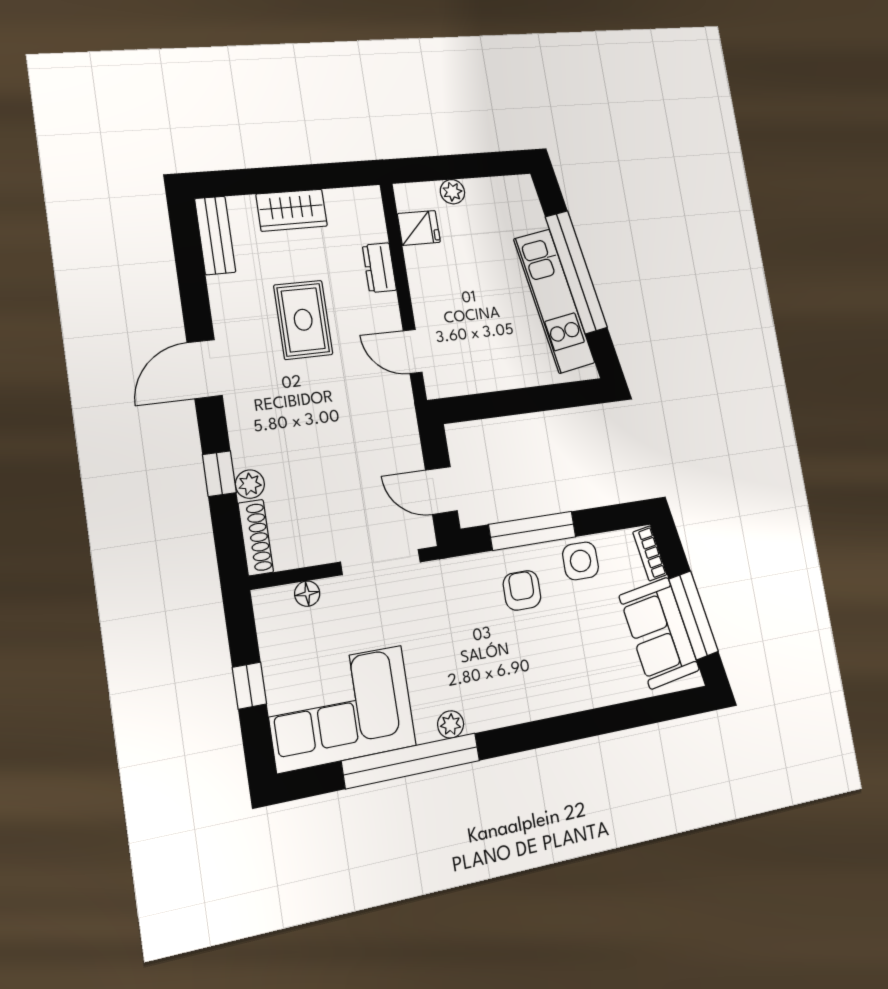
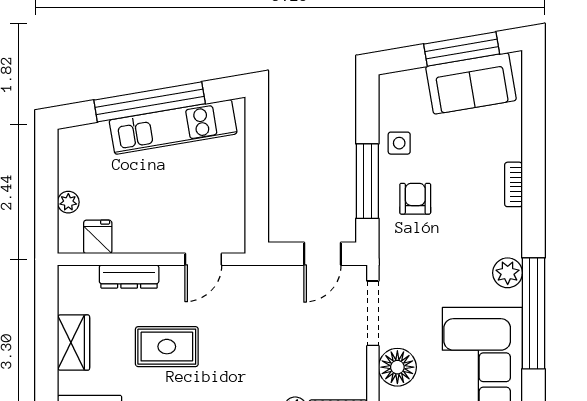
dresser: (379, 268) -> (129, 276), width x1.44
bookcase: (650, 553) -> (514, 184), moved, turned 100
side table: (581, 561) -> (399, 143), width x0.73, depth x0.73
armchair: (522, 590) -> (415, 199), turned 90
floor lamp: (307, 594) -> (397, 367), width x1.89, depth x1.89
plant: (451, 724) -> (508, 273), width x1.38, depth x1.38

